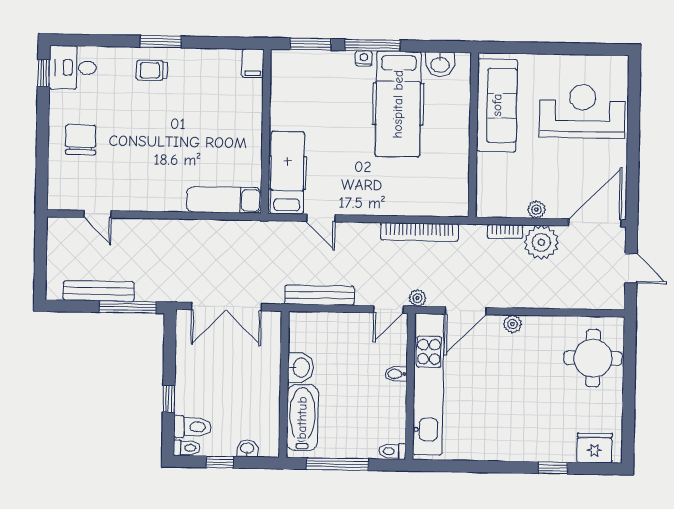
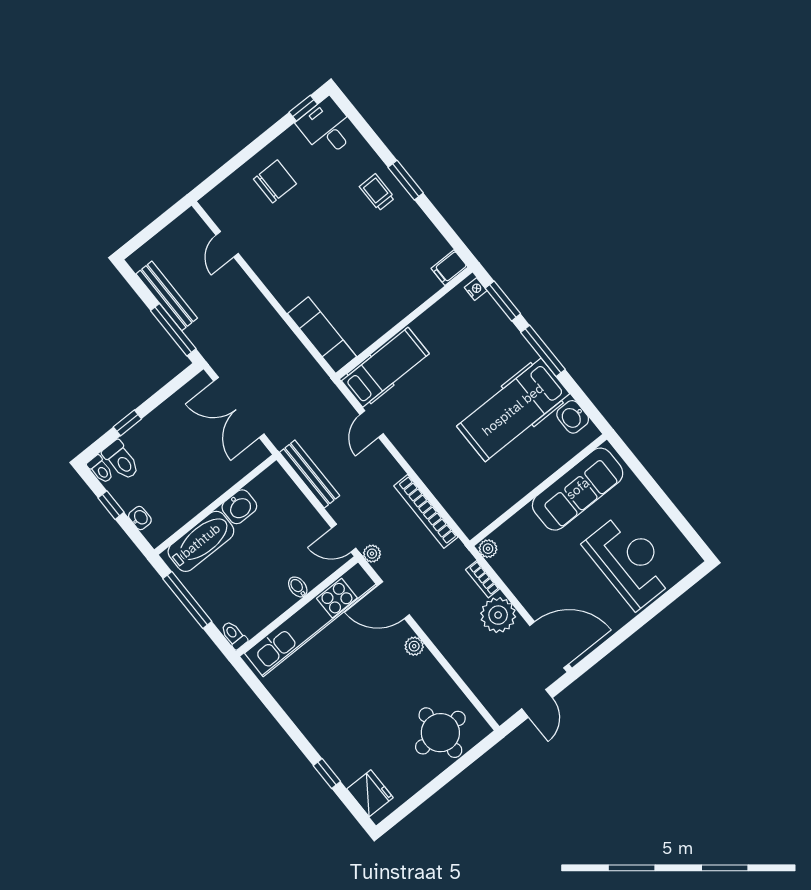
nightstand: (364, 58) -> (476, 289), moved
plant: (536, 210) -> (488, 549), moved

